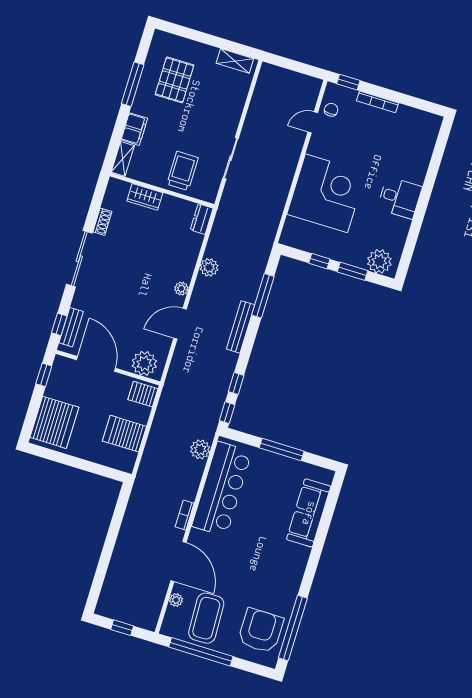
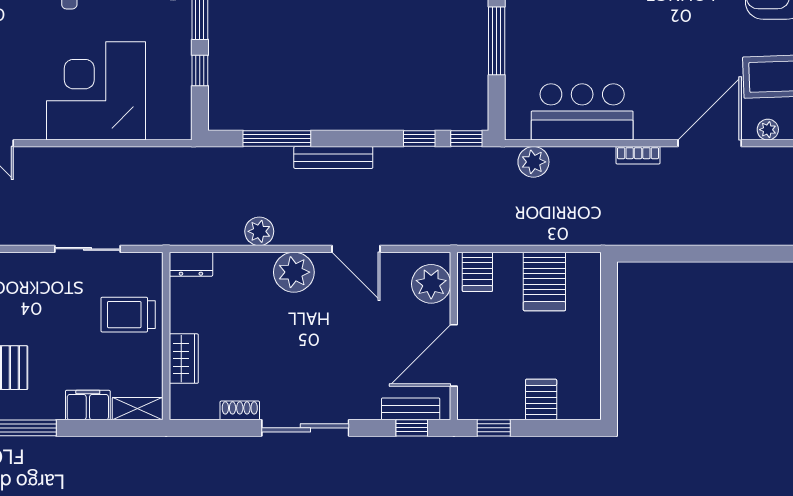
plant: (181, 289) -> (294, 272), width x1.87, depth x1.87
server rack: (54, 422) -> (541, 399), width x0.46, depth x0.70
bar counter: (222, 489) -> (582, 112), width x0.73

